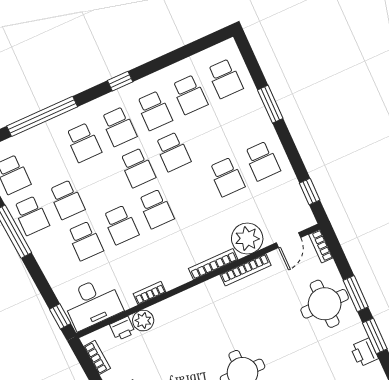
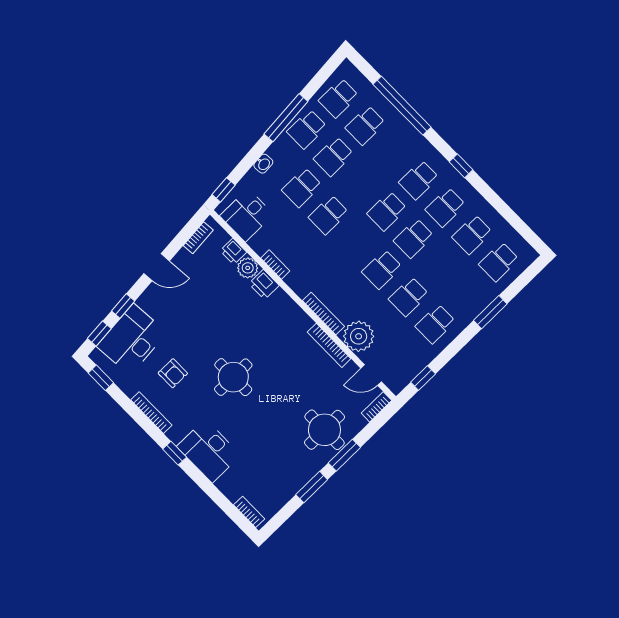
school desk: (83, 142) -> (365, 125), moved
school desk: (156, 209) -> (382, 269), moved
washbasin: (49, 269) -> (263, 164), added
desk: (92, 303) -> (247, 215), width x0.73
printer: (364, 352) -> (264, 285), moved, turned -90

